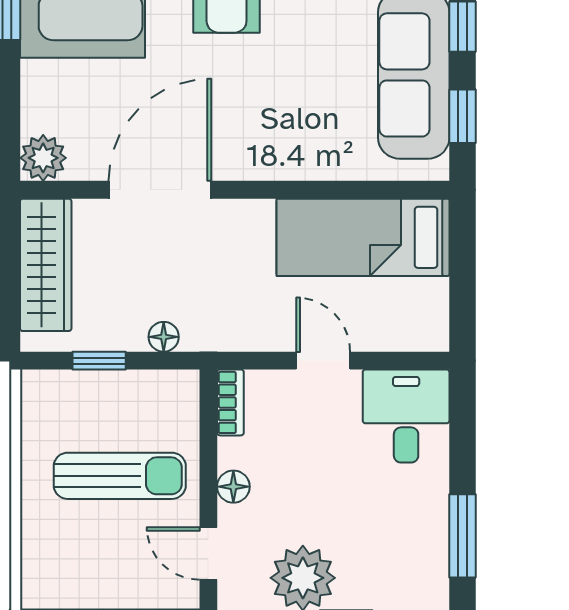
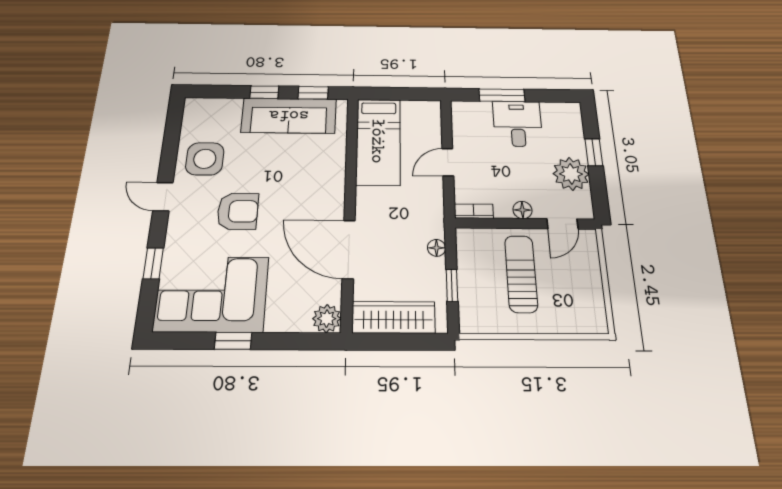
desk: (406, 416) -> (517, 124), moved, turned 90
window: (462, 536) -> (502, 95), moved

